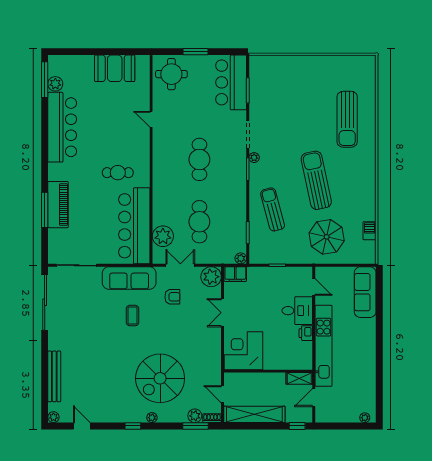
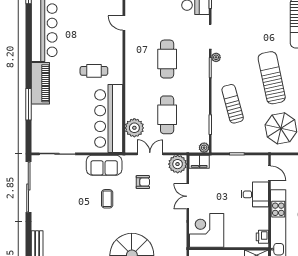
piano: (58, 205) -> (40, 83), moved
sofa: (129, 278) -> (104, 165), width x0.73
printer: (306, 333) -> (262, 237), moved

